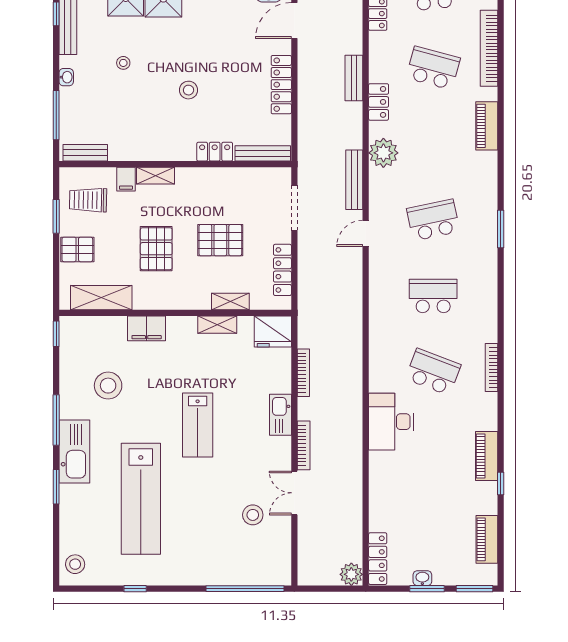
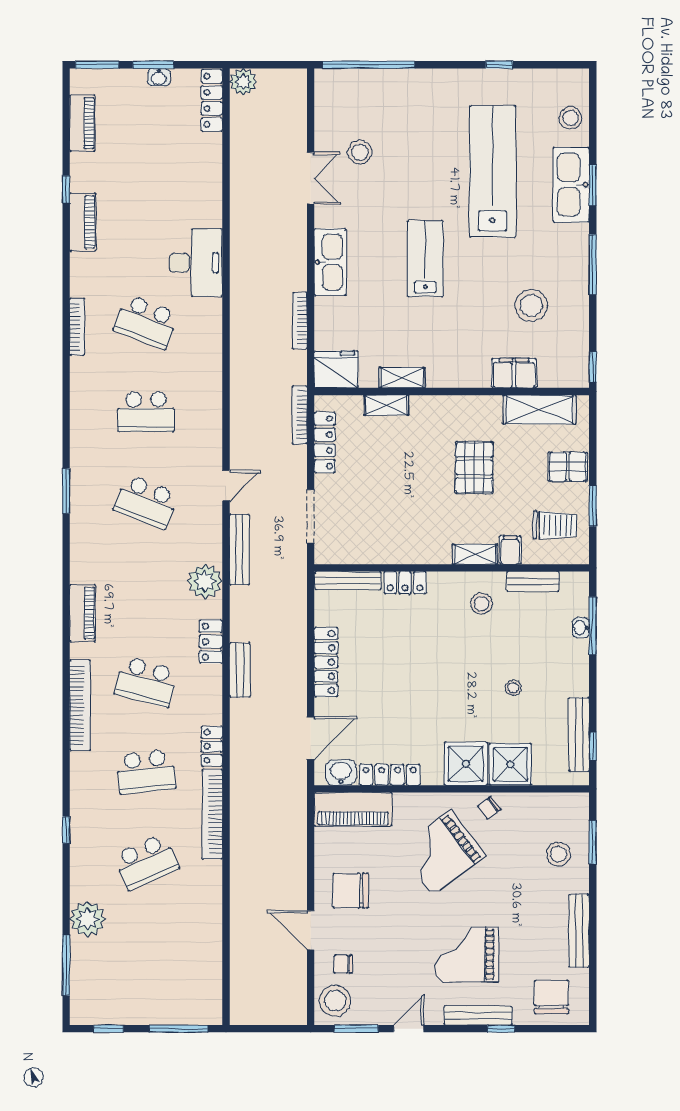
washbasin: (66, 77) -> (581, 628), moved
stool: (188, 90) -> (481, 604), moved
bench: (85, 153) -> (533, 581), moved
school desk: (433, 220) -> (146, 502), turned 33
pallet: (220, 240) -> (398, 478), removed
filing cabinet: (147, 328) -> (514, 373), moved
kitchen sink: (280, 415) -> (330, 262), width x1.36, depth x1.24
bookcase: (304, 445) -> (300, 415), moved
kitchen sink: (74, 452) -> (571, 185), moved
stool: (75, 564) -> (570, 118), moved

